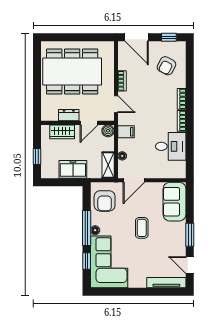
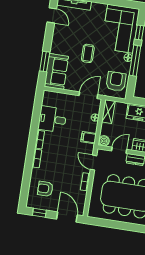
armchair: (166, 66) -> (45, 189), turned -118
window: (190, 235) -> (45, 61), moved

